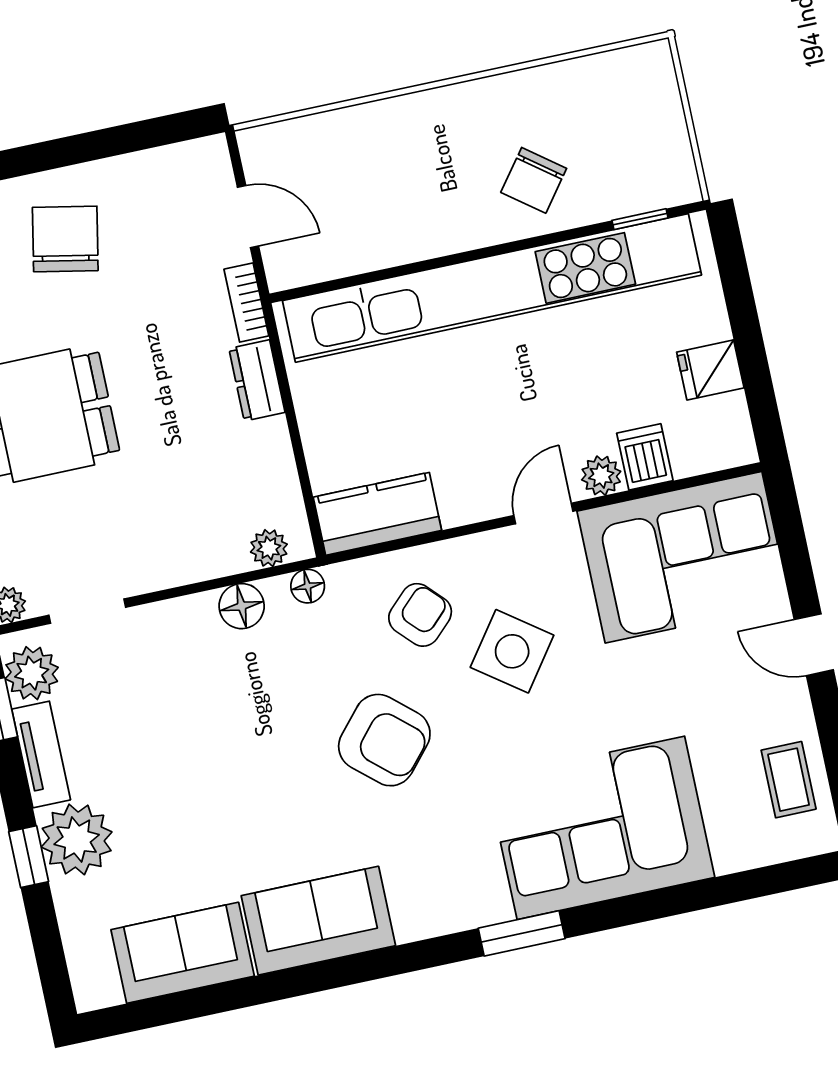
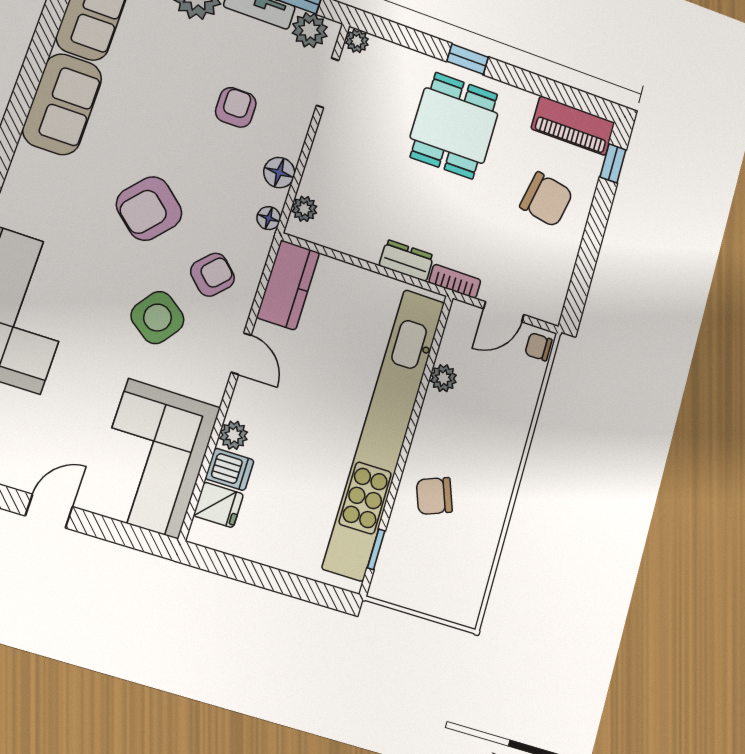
chair: (267, 146) -> (538, 347), added
chair: (534, 180) -> (434, 496), turned -58
plant: (379, 250) -> (443, 378), added
fridge: (710, 370) -> (218, 505), moved, turned 90
door: (543, 513) -> (241, 354), moved
armchair: (420, 615) -> (212, 275), turned -92
armchair: (191, 708) -> (236, 107), added

